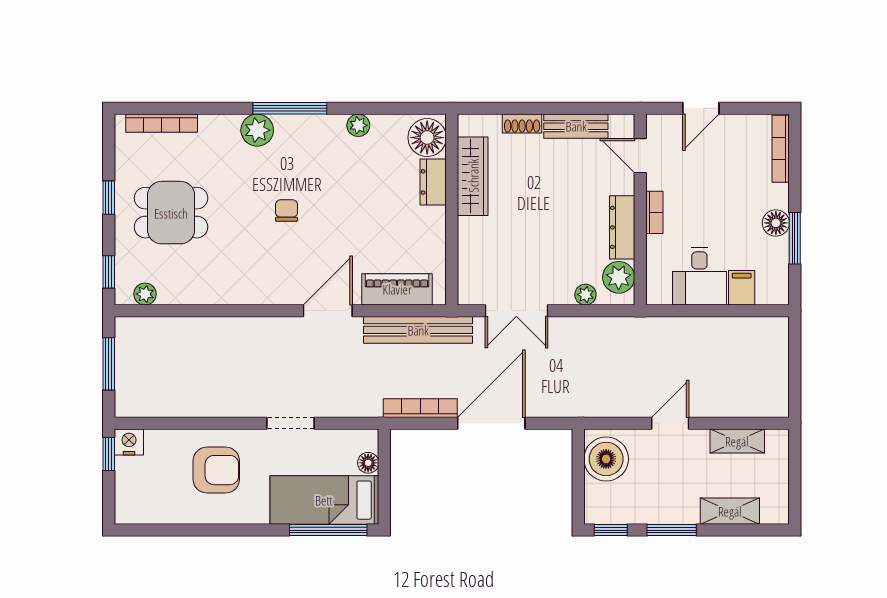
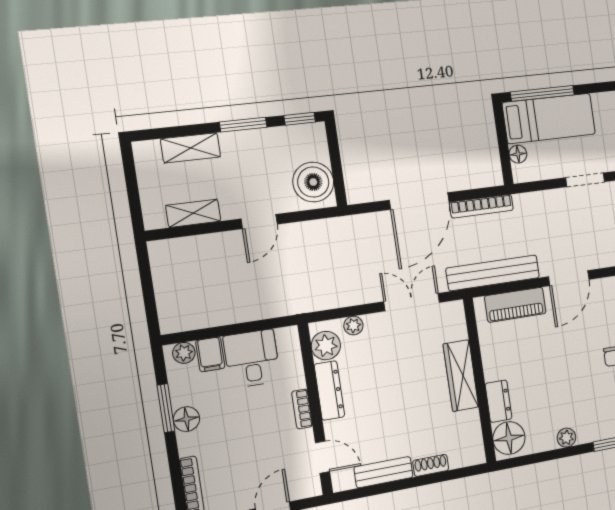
wardrobe: (473, 176) -> (461, 376), moved
plant: (768, 294) -> (184, 353), added

